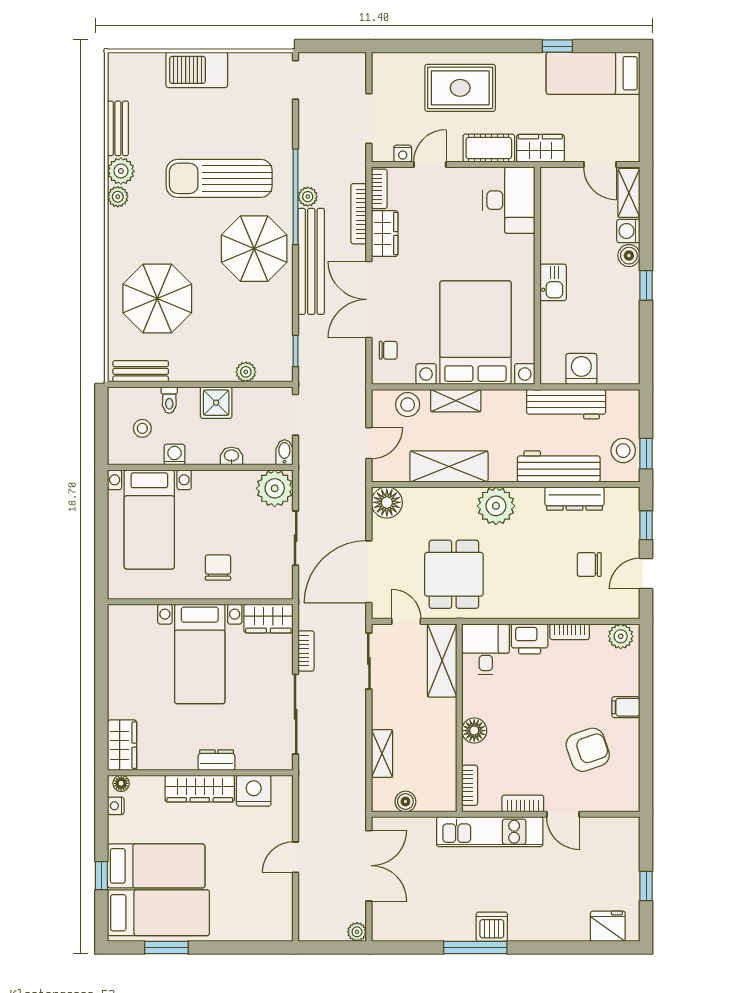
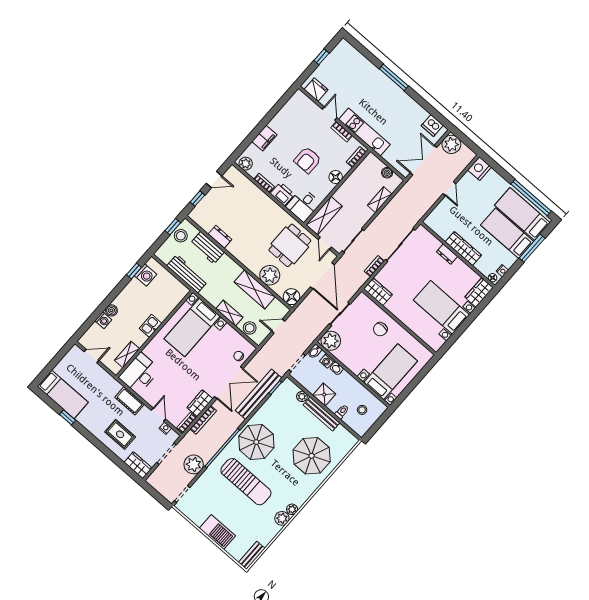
rug: (460, 88) -> (120, 434), width x0.73, depth x0.70
bench: (118, 128) -> (252, 555), moved
wardrobe: (540, 148) -> (138, 465), moved, turned 180
door: (430, 165) -> (158, 415), swing flipped
door: (600, 165) -> (91, 356), hinge flipped
shelving: (629, 193) -> (127, 354), moved
plant: (308, 197) -> (194, 464), moved, width x1.88, depth x1.88
bench: (311, 261) -> (259, 394), moved
window: (646, 285) -> (134, 271), moved
bed with nightstands: (475, 333) -> (192, 327), width x0.73
washing machine: (581, 369) -> (146, 275), moved, turned -90
bench: (141, 371) -> (321, 414), moved, width x1.36
washing machine: (175, 455) -> (327, 361), moved
workbench: (559, 467) -> (207, 248), width x0.73
dresser: (575, 499) -> (220, 237), width x0.70
plant: (496, 506) -> (270, 275), moved
chair: (589, 564) -> (233, 203), removed
door: (369, 572) -> (322, 276), hinge flipped
bed with nightstands: (200, 654) -> (441, 307), moved, turned -90
filing cabinet: (626, 707) -> (264, 138), width x2.00
armchair: (588, 750) -> (308, 160), moved, turned -71
nightstand: (254, 791) -> (479, 169), moved, turned 90
door: (296, 857) -> (449, 189), hinge flipped
window: (101, 876) -> (532, 248), width x2.17
fridge: (608, 926) -> (316, 90), moved, turned 180
dishwasher: (492, 927) -> (432, 125), moved
plant: (357, 932) -> (451, 144), width x1.87, depth x1.87
window: (166, 947) -> (531, 198), width x2.11
window: (475, 947) -> (394, 77), moved

